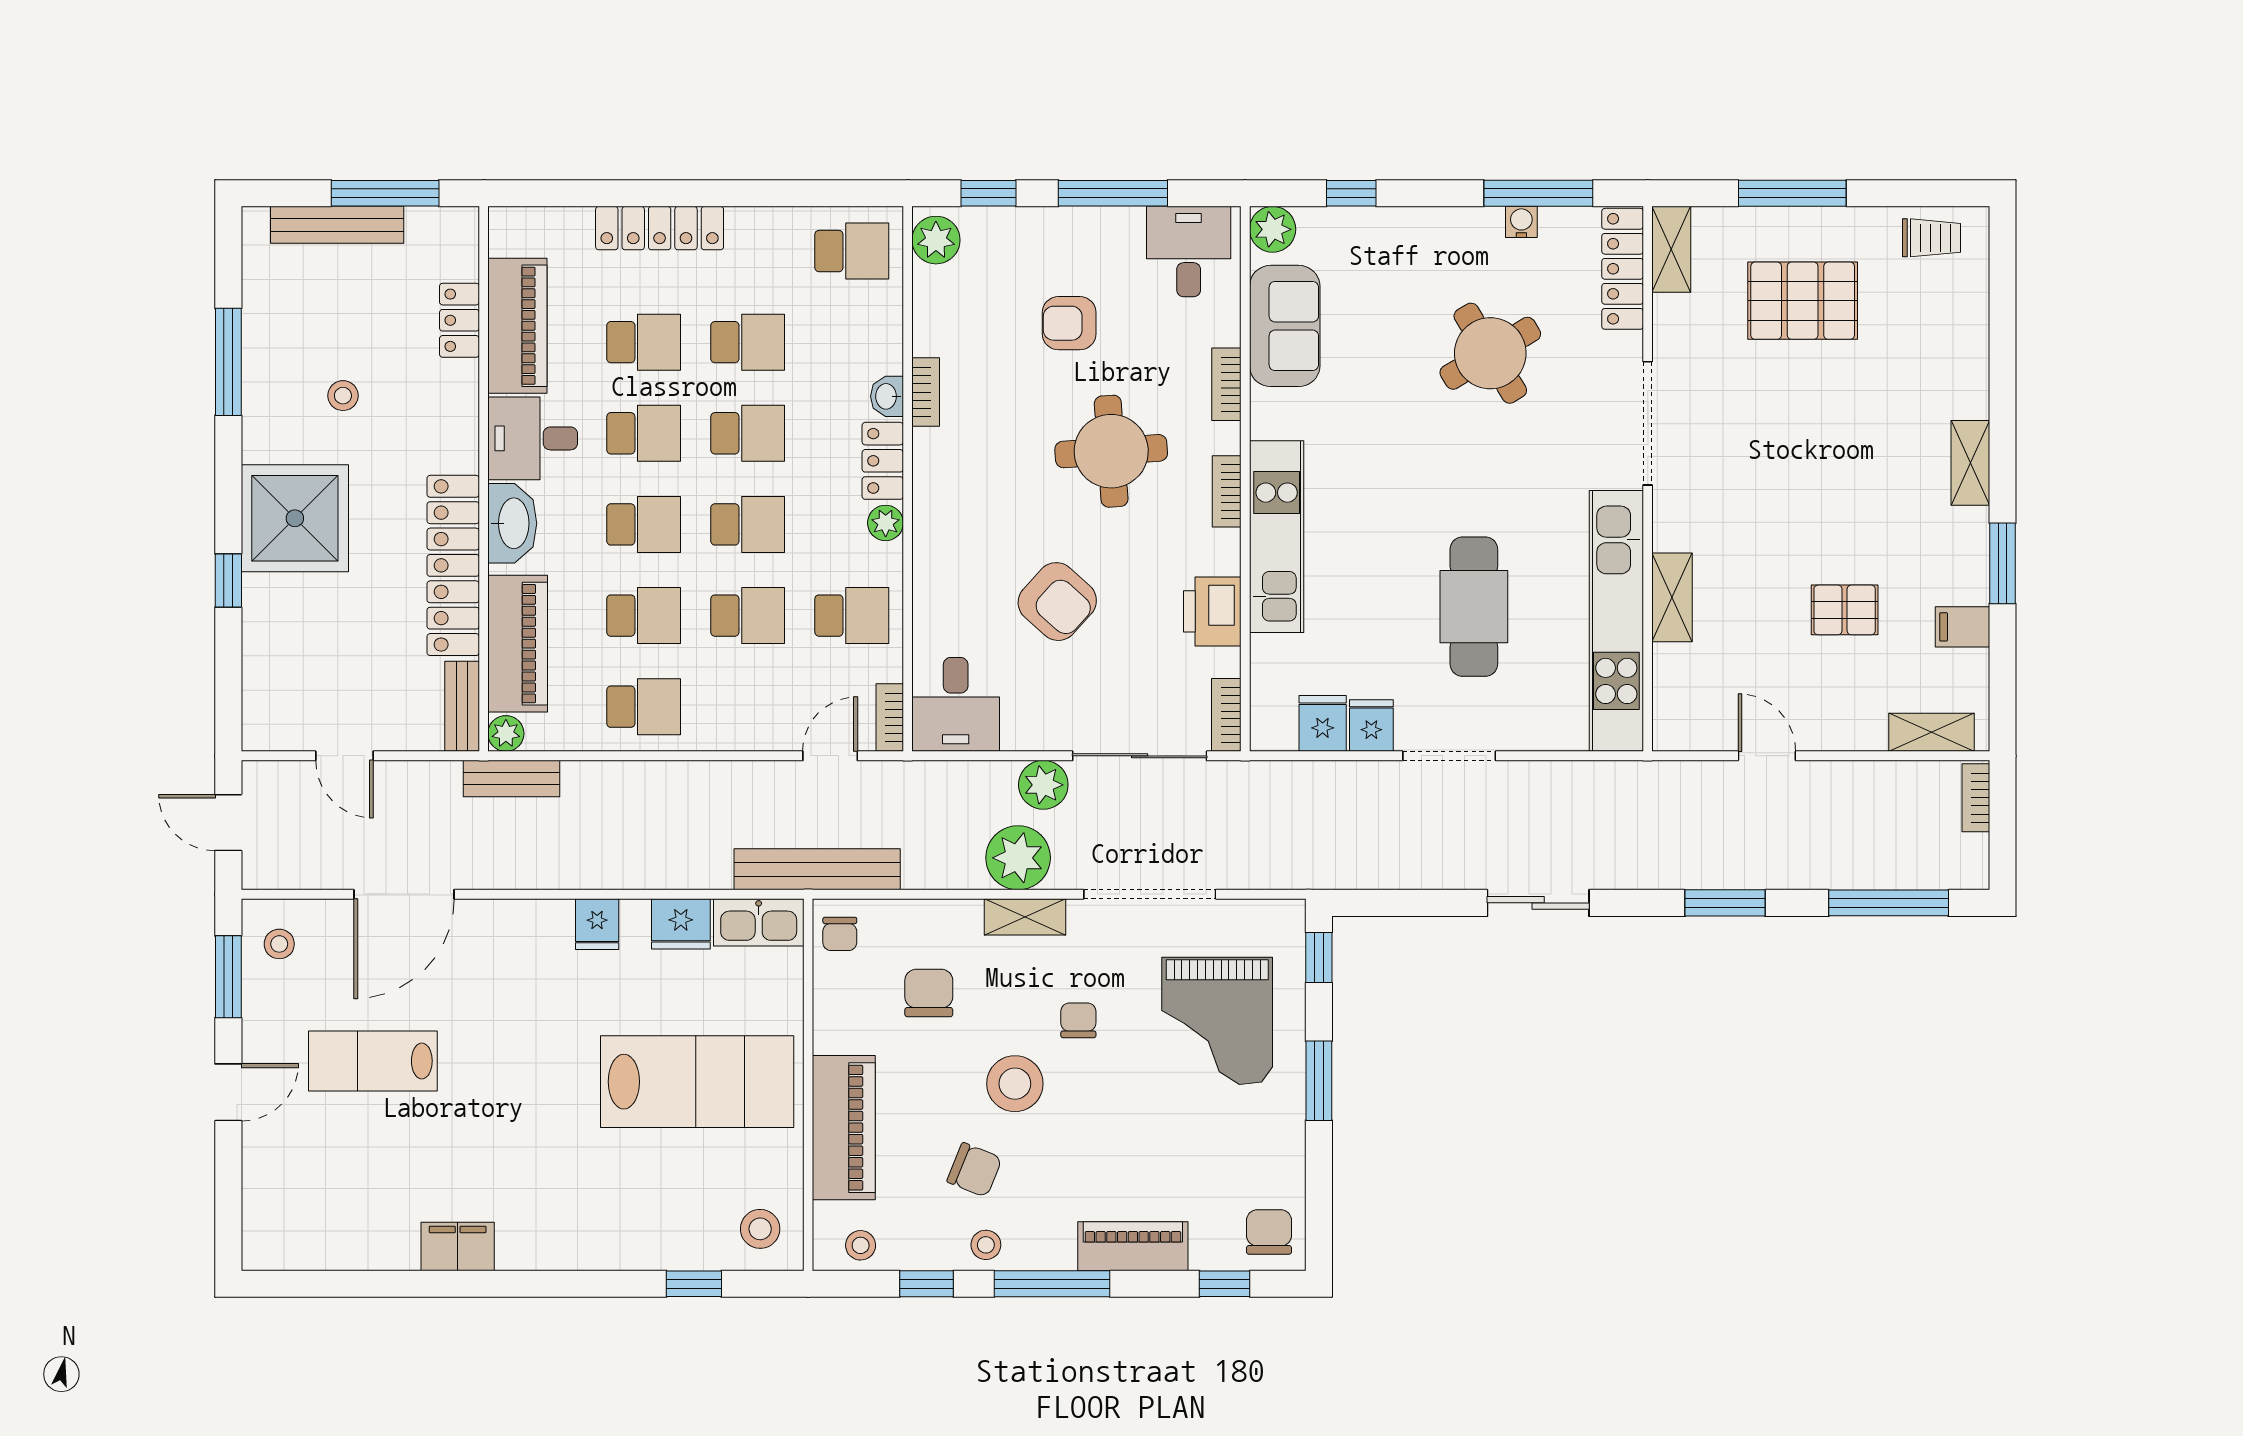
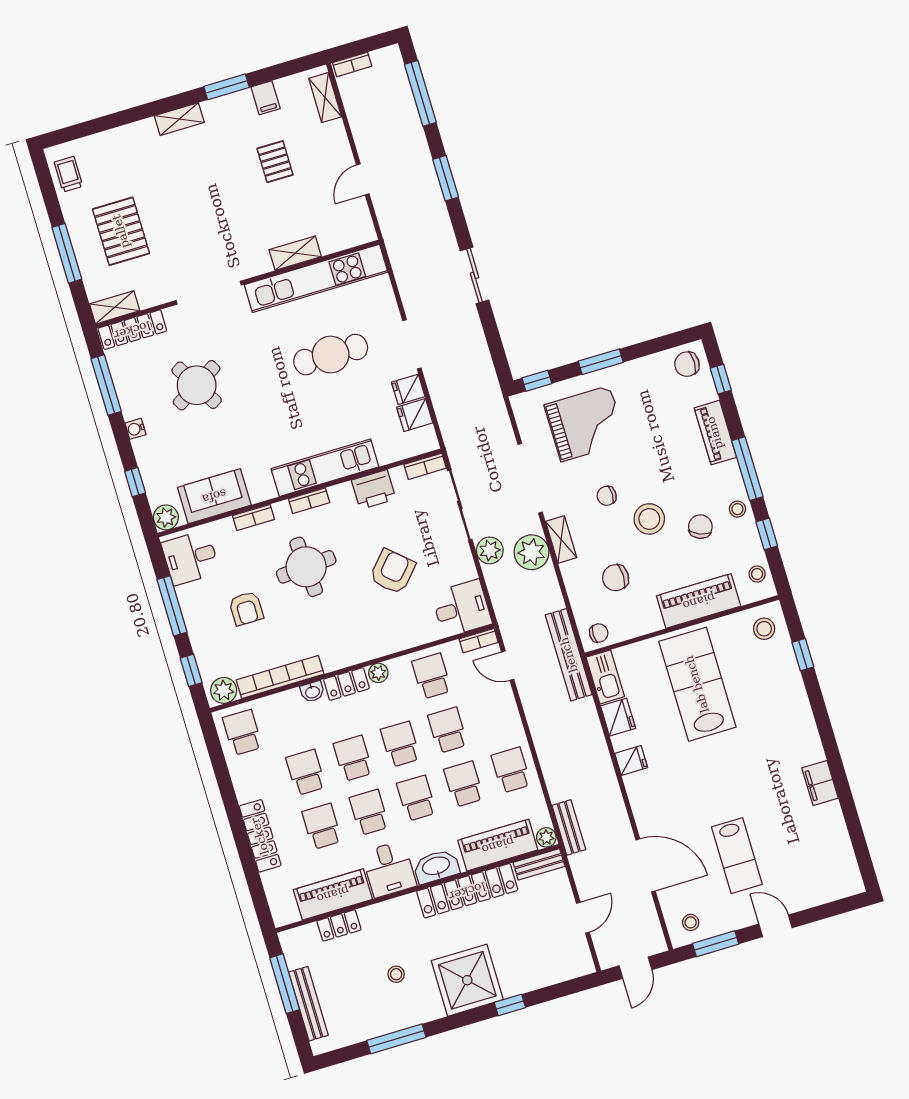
water cooler: (1521, 222) -> (135, 429), moved
bookcase: (926, 392) -> (280, 677), width x2.31, depth x1.31

